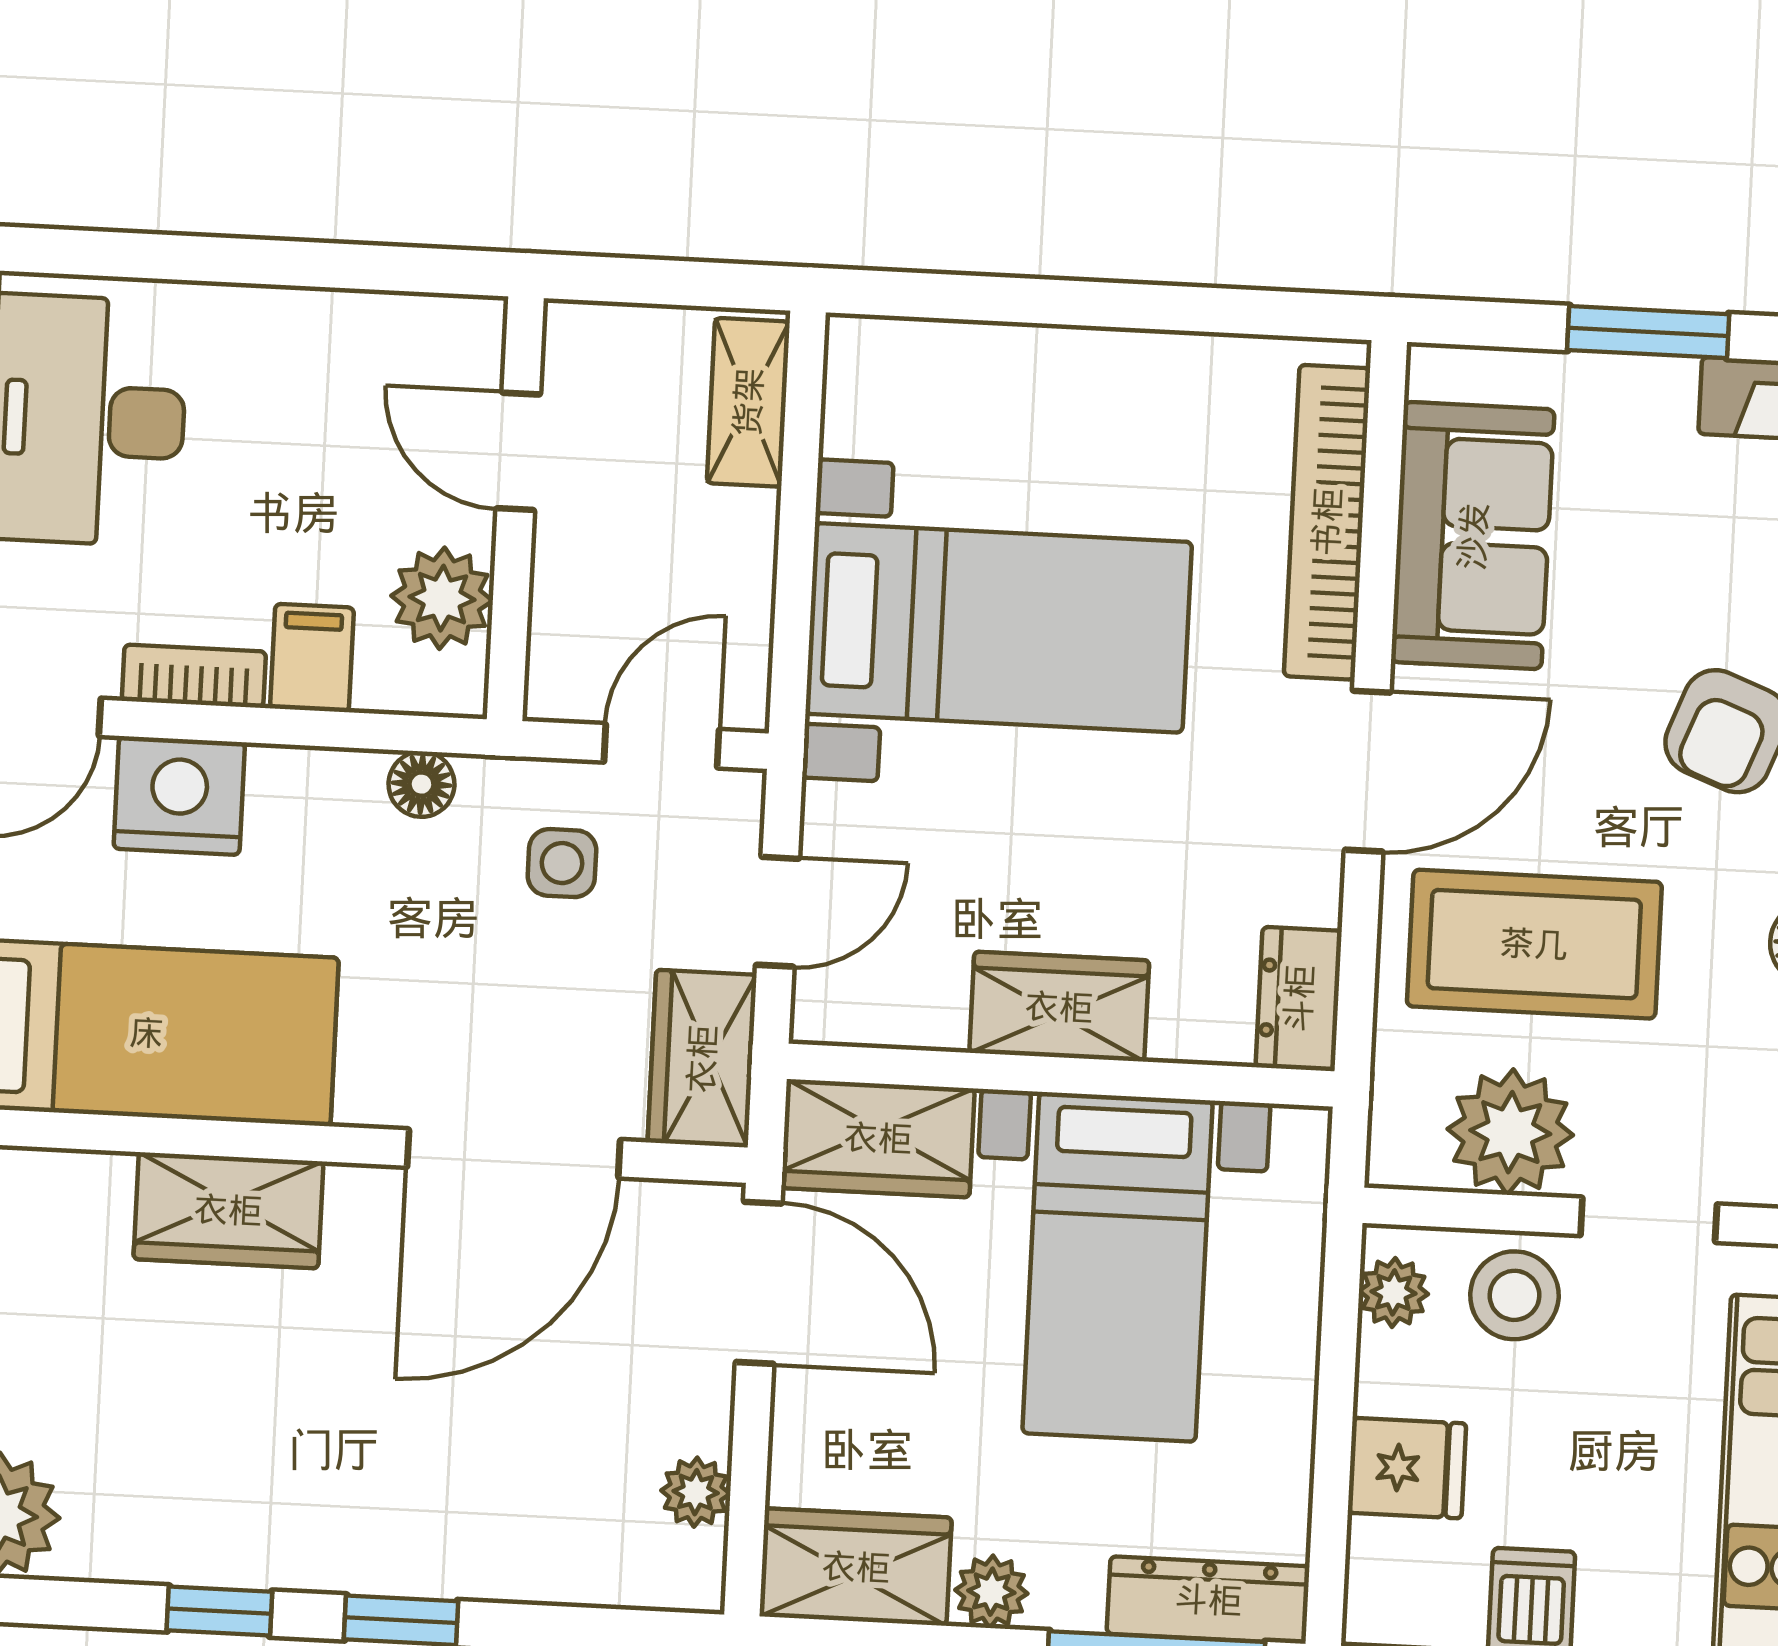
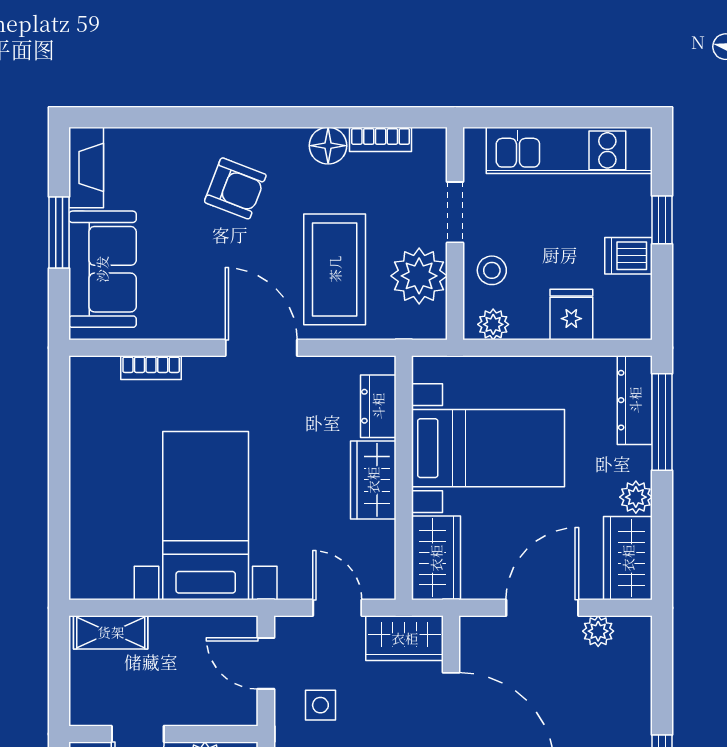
bookcase: (1327, 522) -> (151, 368), width x0.43, depth x0.76
sofa: (1473, 536) -> (102, 269), moved, turned 90
dresser: (1299, 999) -> (378, 406), moved, turned 90
door: (759, 1283) -> (542, 608), moved
stool: (1514, 1295) -> (492, 270), width x0.73, depth x0.73

